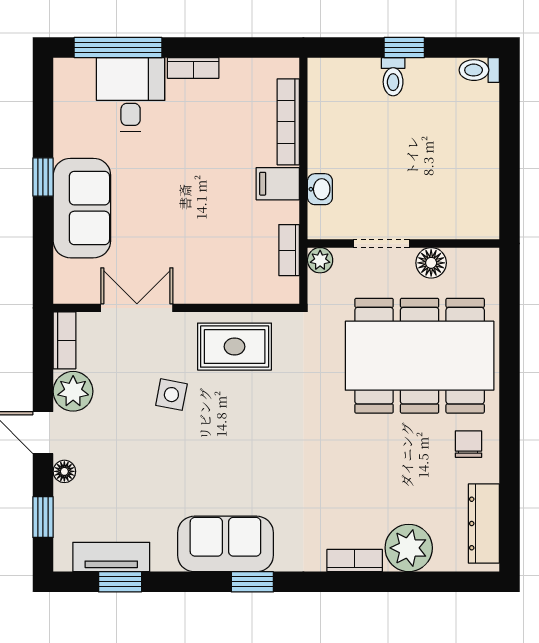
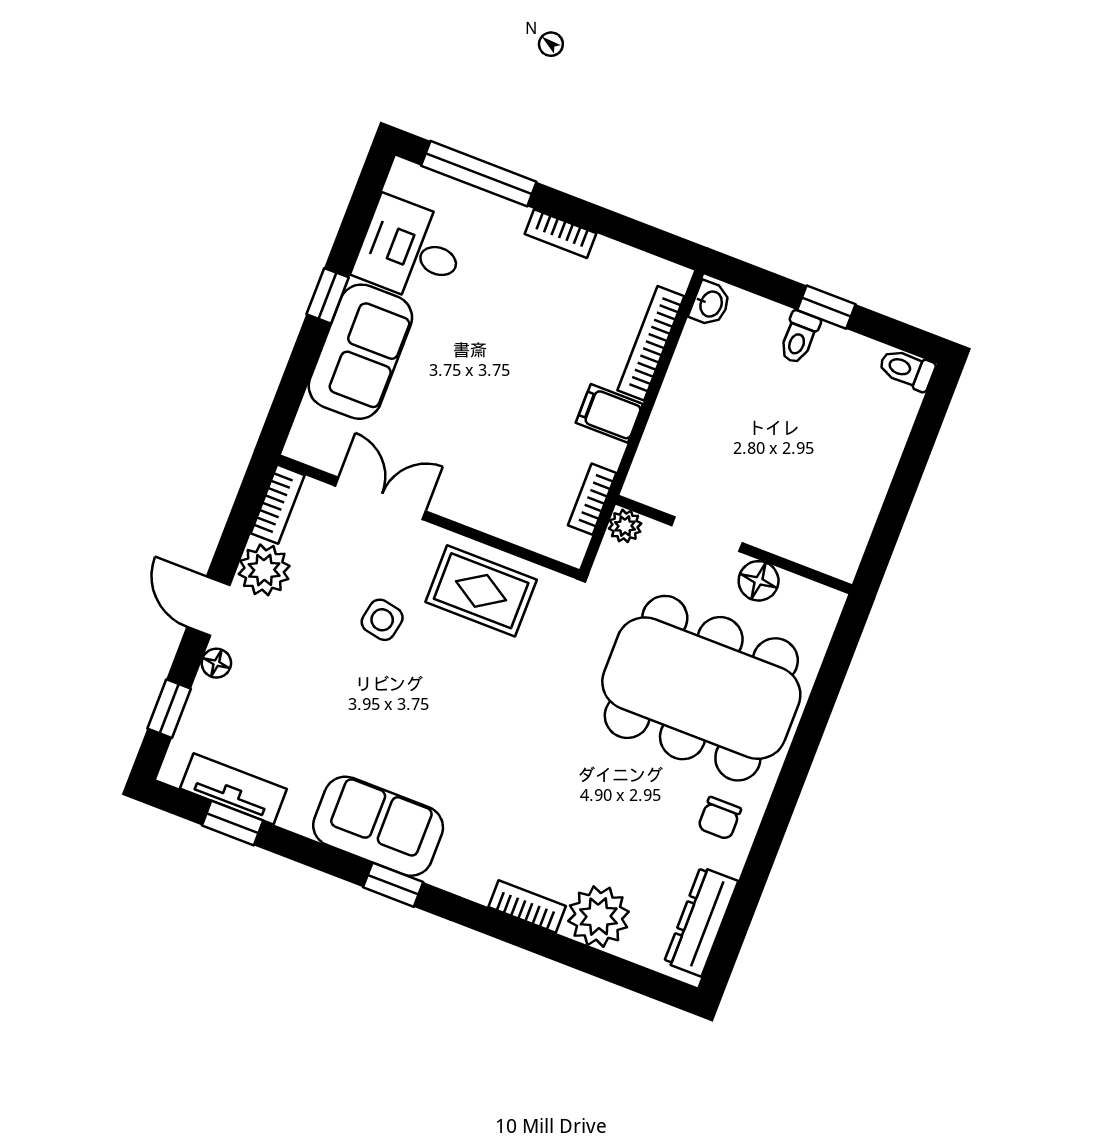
desk: (131, 95) -> (410, 250), moved, turned -90
washbasin: (320, 189) -> (710, 304), moved
chair: (468, 444) -> (719, 818), turned 180

